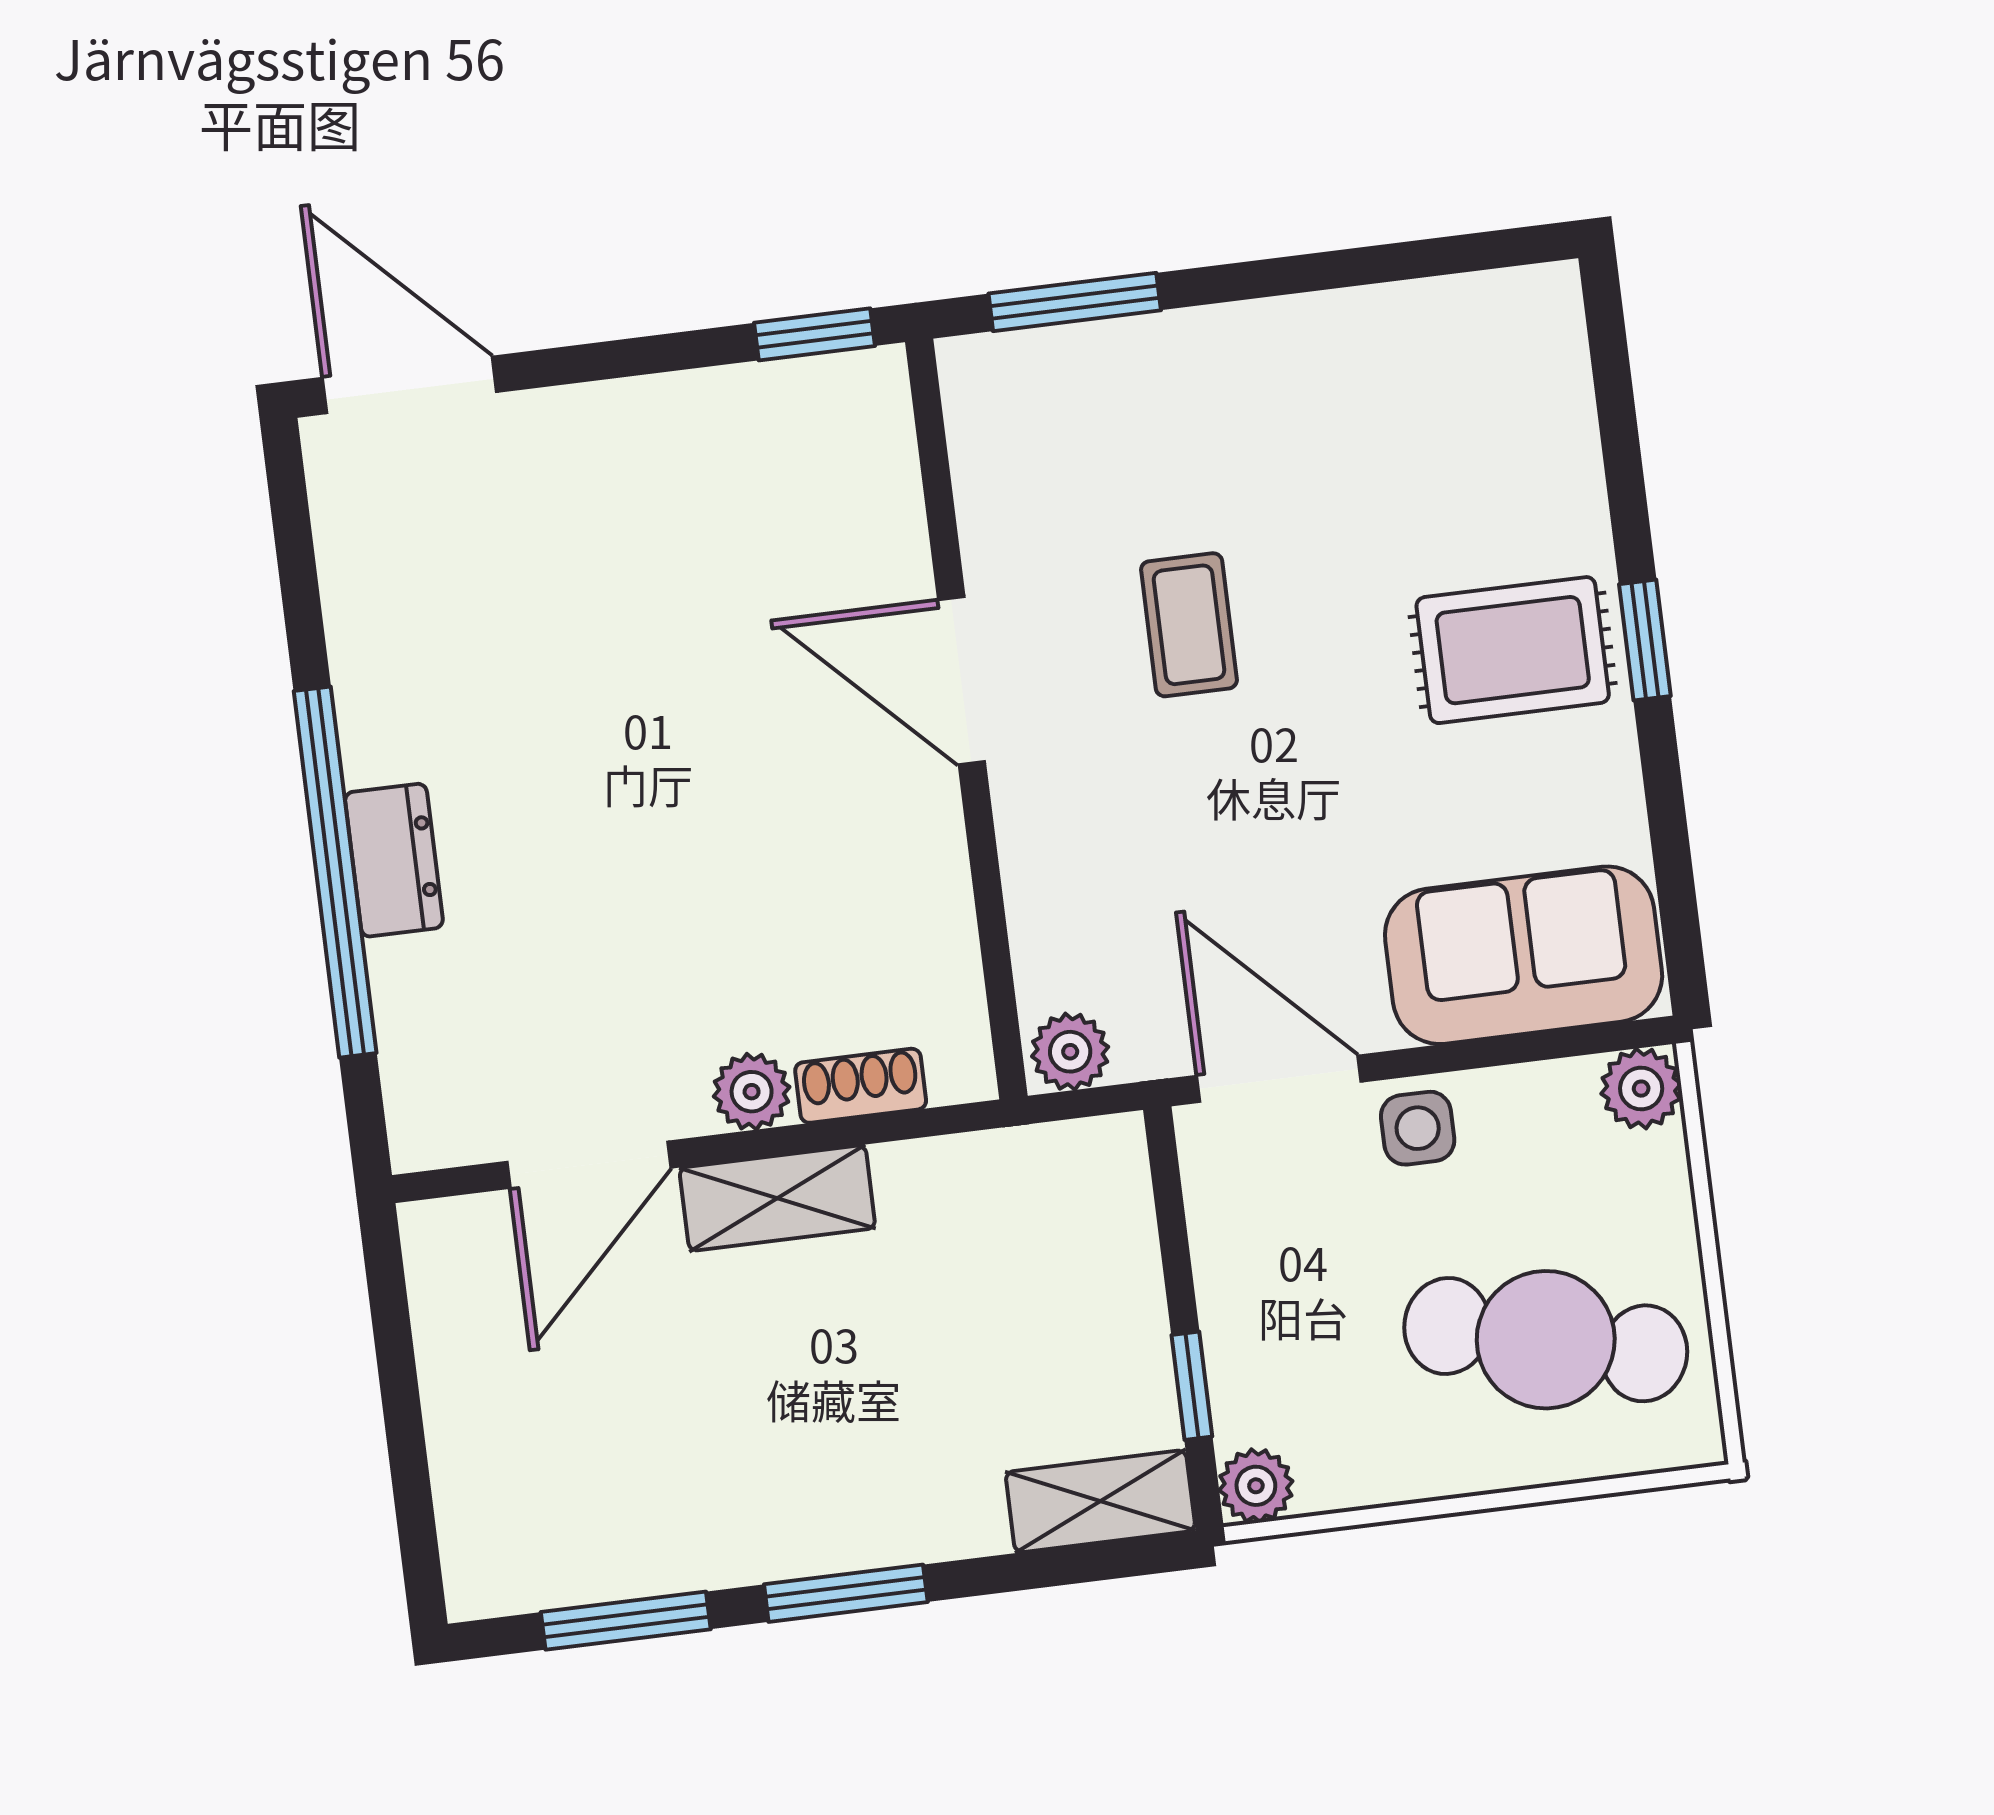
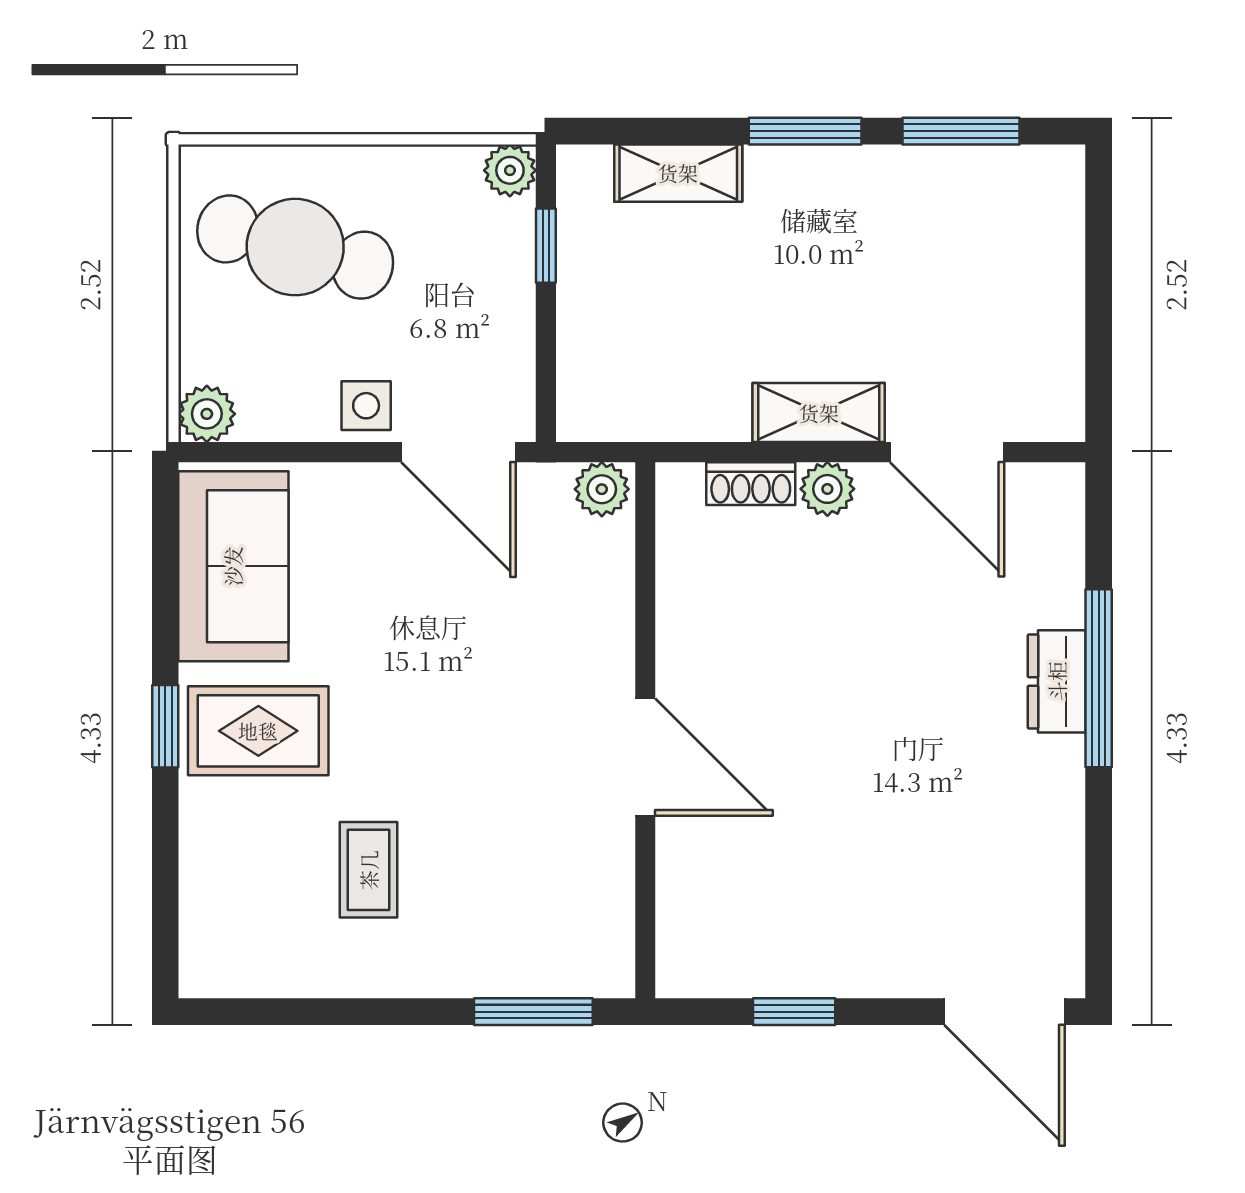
window: (814, 334) -> (794, 1012), moved
coffee table: (1189, 625) -> (369, 870), moved
window: (335, 872) -> (1099, 678), width x0.68
sofa: (1524, 955) -> (233, 566), moved, turned -90
door: (589, 1165) -> (947, 452), swing flipped
shelving: (1100, 1501) -> (678, 173), moved

